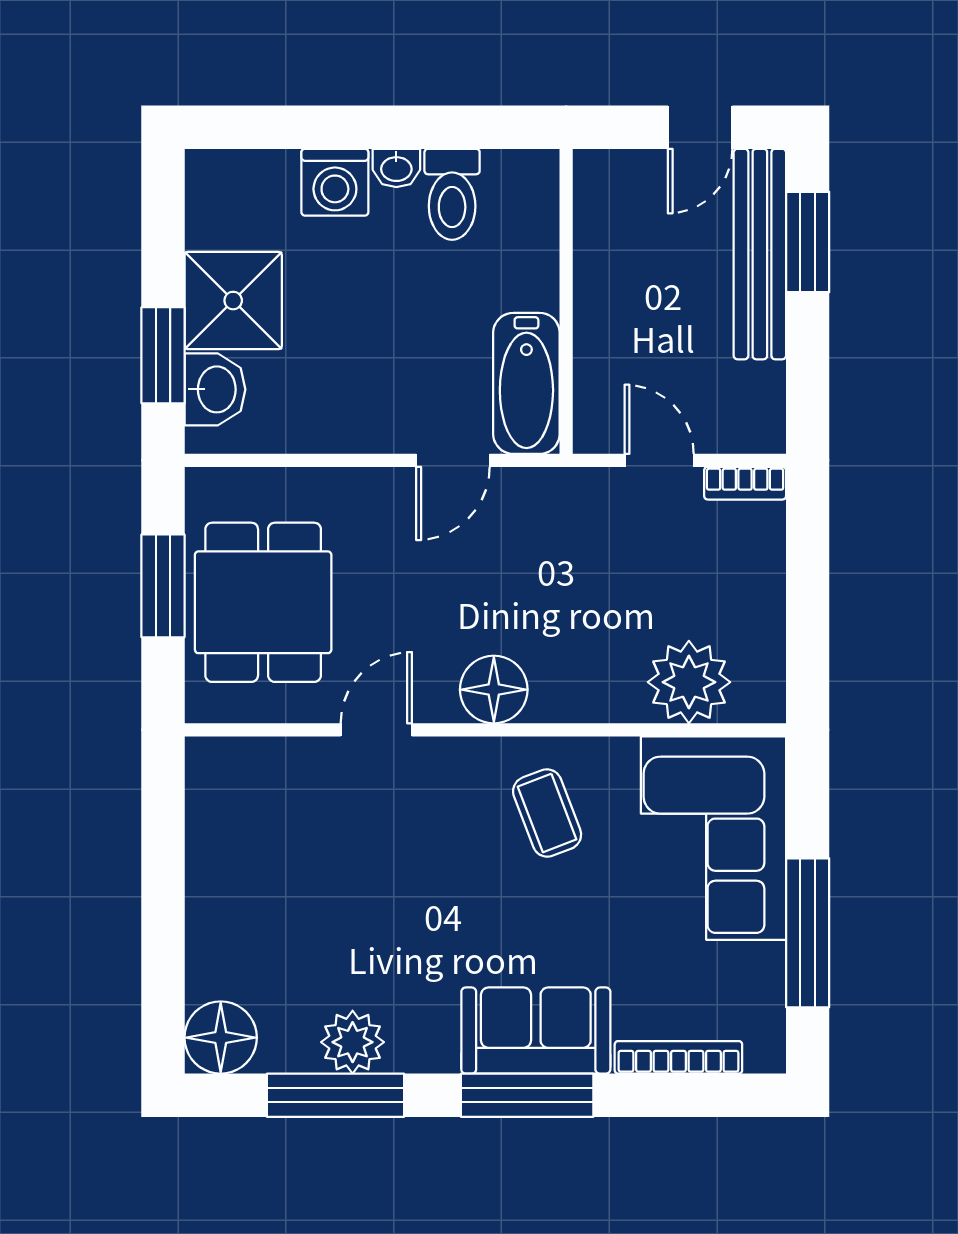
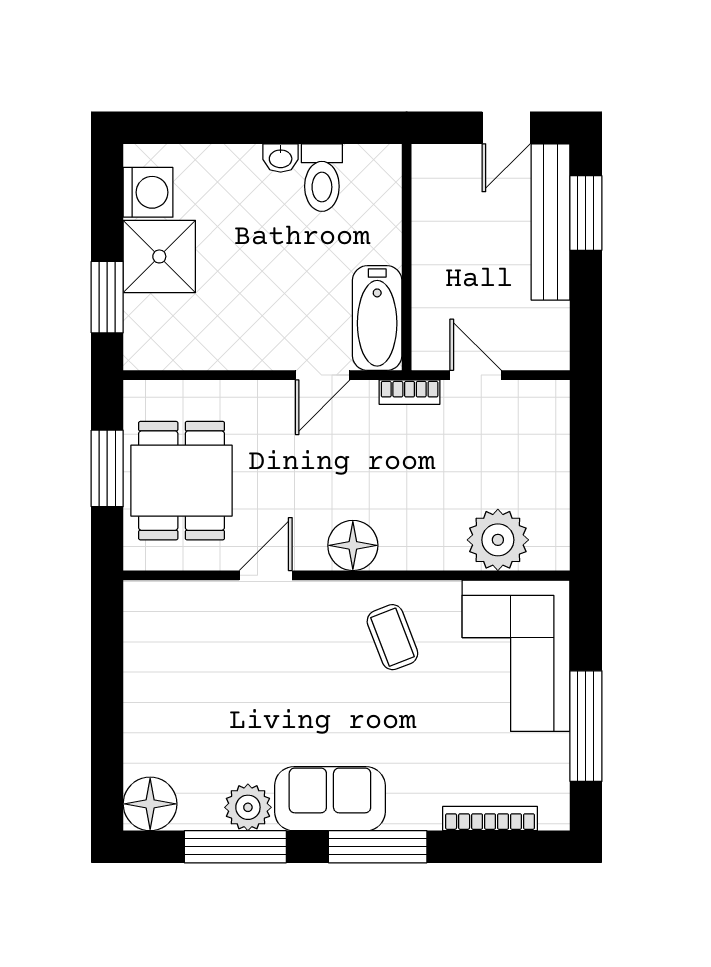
washing machine: (335, 182) -> (148, 192), moved, turned -90
washbasin: (215, 389) -> (146, 323), removed
bookcase: (745, 483) -> (410, 392), moved
sofa: (536, 1031) -> (330, 799), moved

